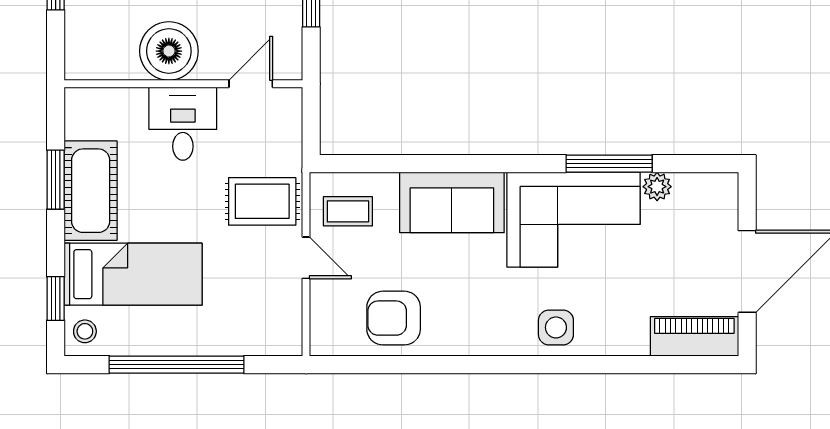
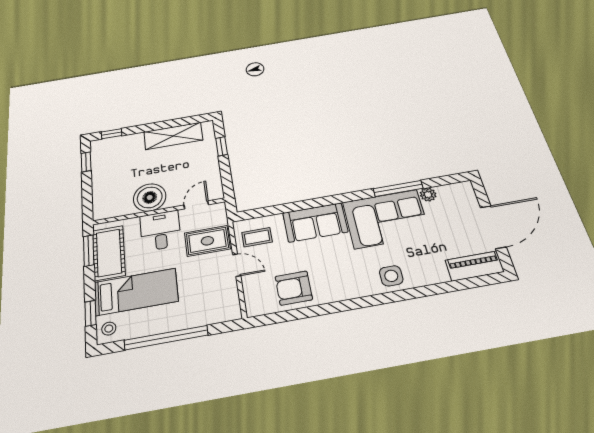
boiler: (169, 51) -> (150, 197), moved
wall: (183, 84) -> (159, 211), moved
door: (251, 84) -> (196, 205), moved
desk: (183, 124) -> (160, 231), moved

